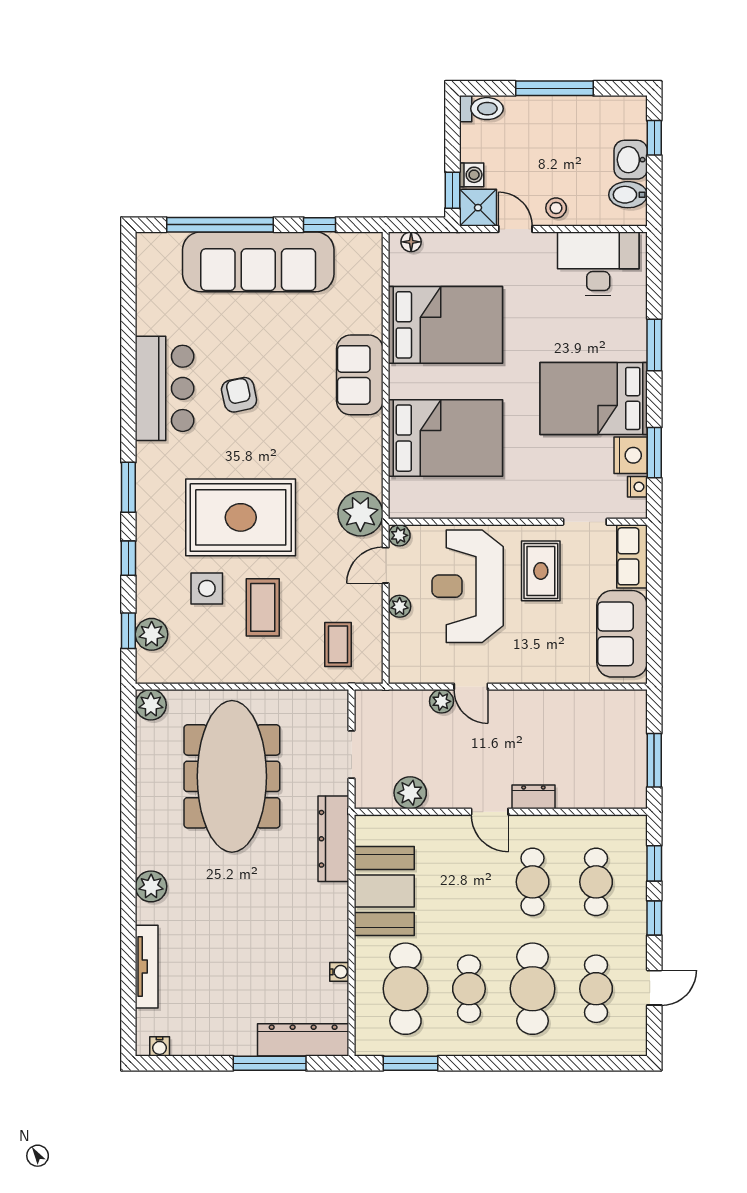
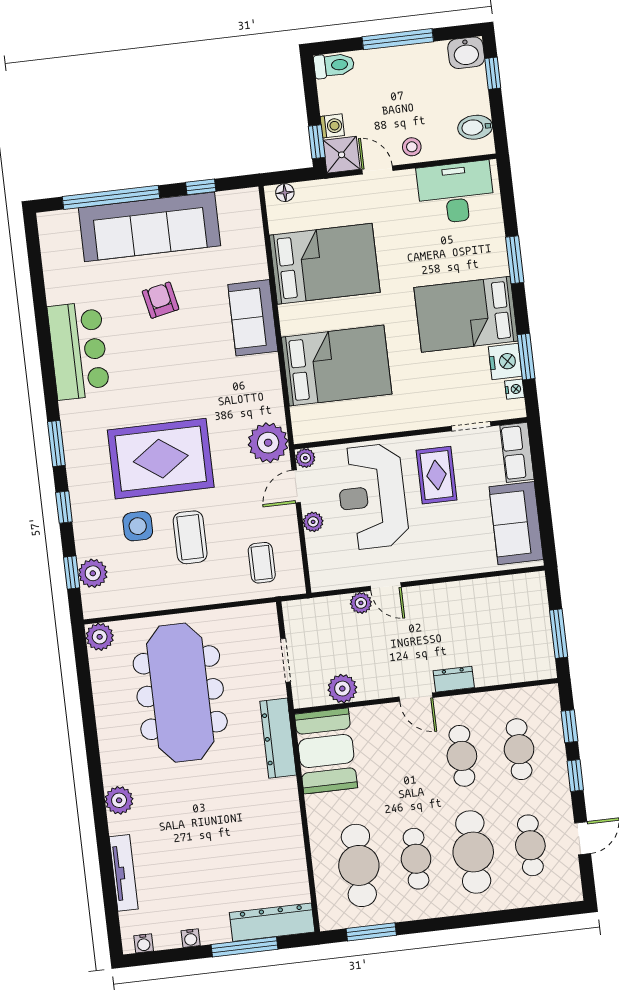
washbasin: (631, 160) -> (466, 53), moved, turned -90
armchair: (239, 395) -> (161, 300), moved
booth: (384, 891) -> (326, 751), moved
water cooler: (339, 972) -> (191, 938), moved, turned 90

